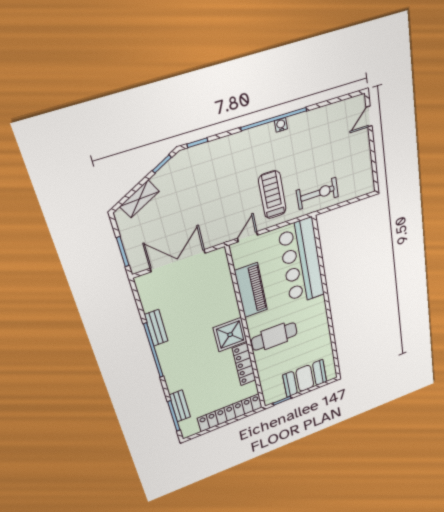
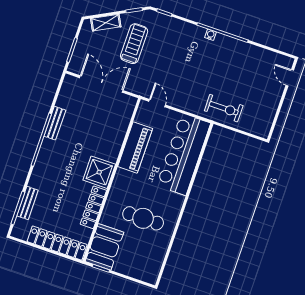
door: (369, 116) -> (290, 78), hinge flipped
water cooler: (281, 125) -> (210, 35), moved
treadmill: (272, 195) -> (134, 44), moved
door: (247, 237) -> (157, 103), hinge flipped
cafe table: (274, 336) -> (143, 218), moved
booth: (305, 378) -> (104, 247), moved, turned 90

